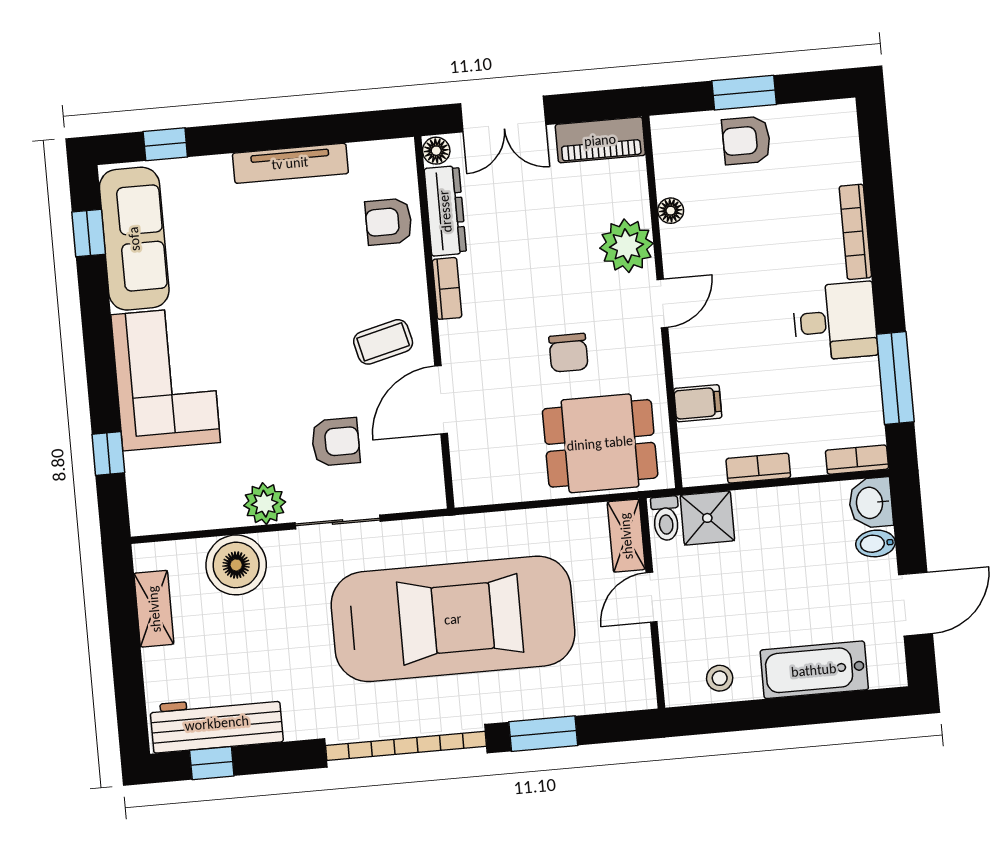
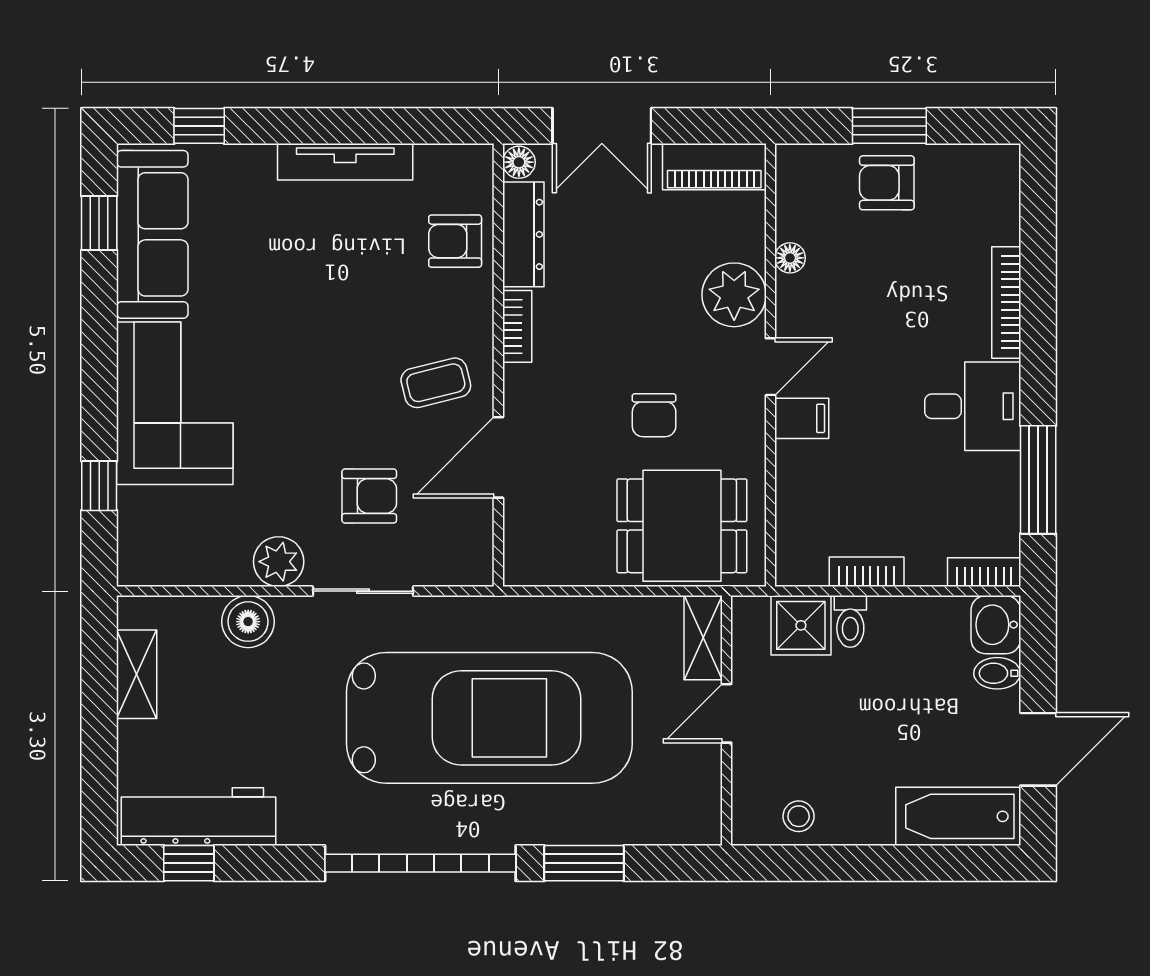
filing cabinet: (698, 403) -> (802, 418), moved
toilet: (666, 518) -> (850, 621), moved
boiler: (236, 565) -> (248, 622), width x0.73, depth x0.73
bathtub: (814, 670) -> (958, 816), moved

